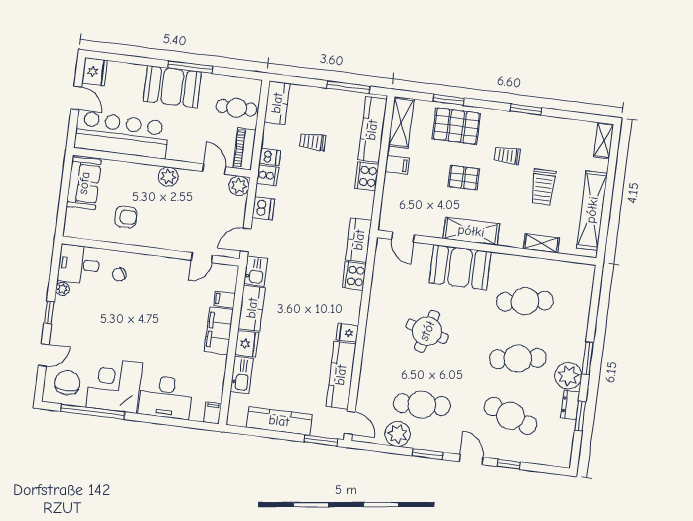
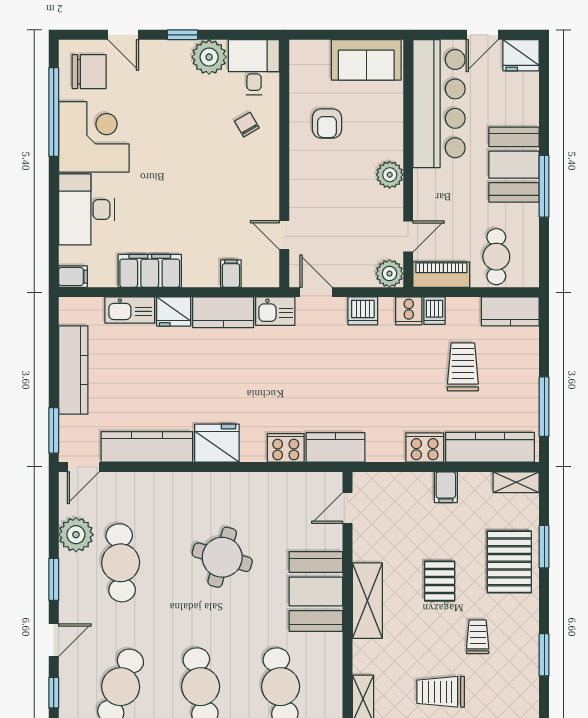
shelving: (401, 123) -> (516, 482), width x0.67, depth x0.75
trolley: (312, 142) -> (463, 367), width x1.36, depth x1.39
plant: (62, 289) -> (209, 57), width x1.88, depth x1.88
filing cabinet: (219, 331) -> (150, 271), moved
fridge: (347, 333) -> (217, 443), width x1.88, depth x1.34

